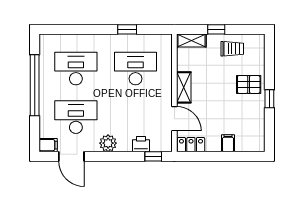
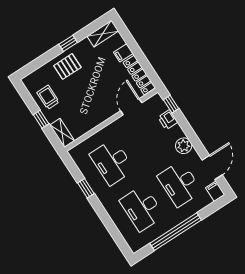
pallet: (249, 84) -> (67, 66), turned 90
shelving: (184, 87) -> (103, 34), moved
locker: (191, 145) -> (139, 75), width x1.53

